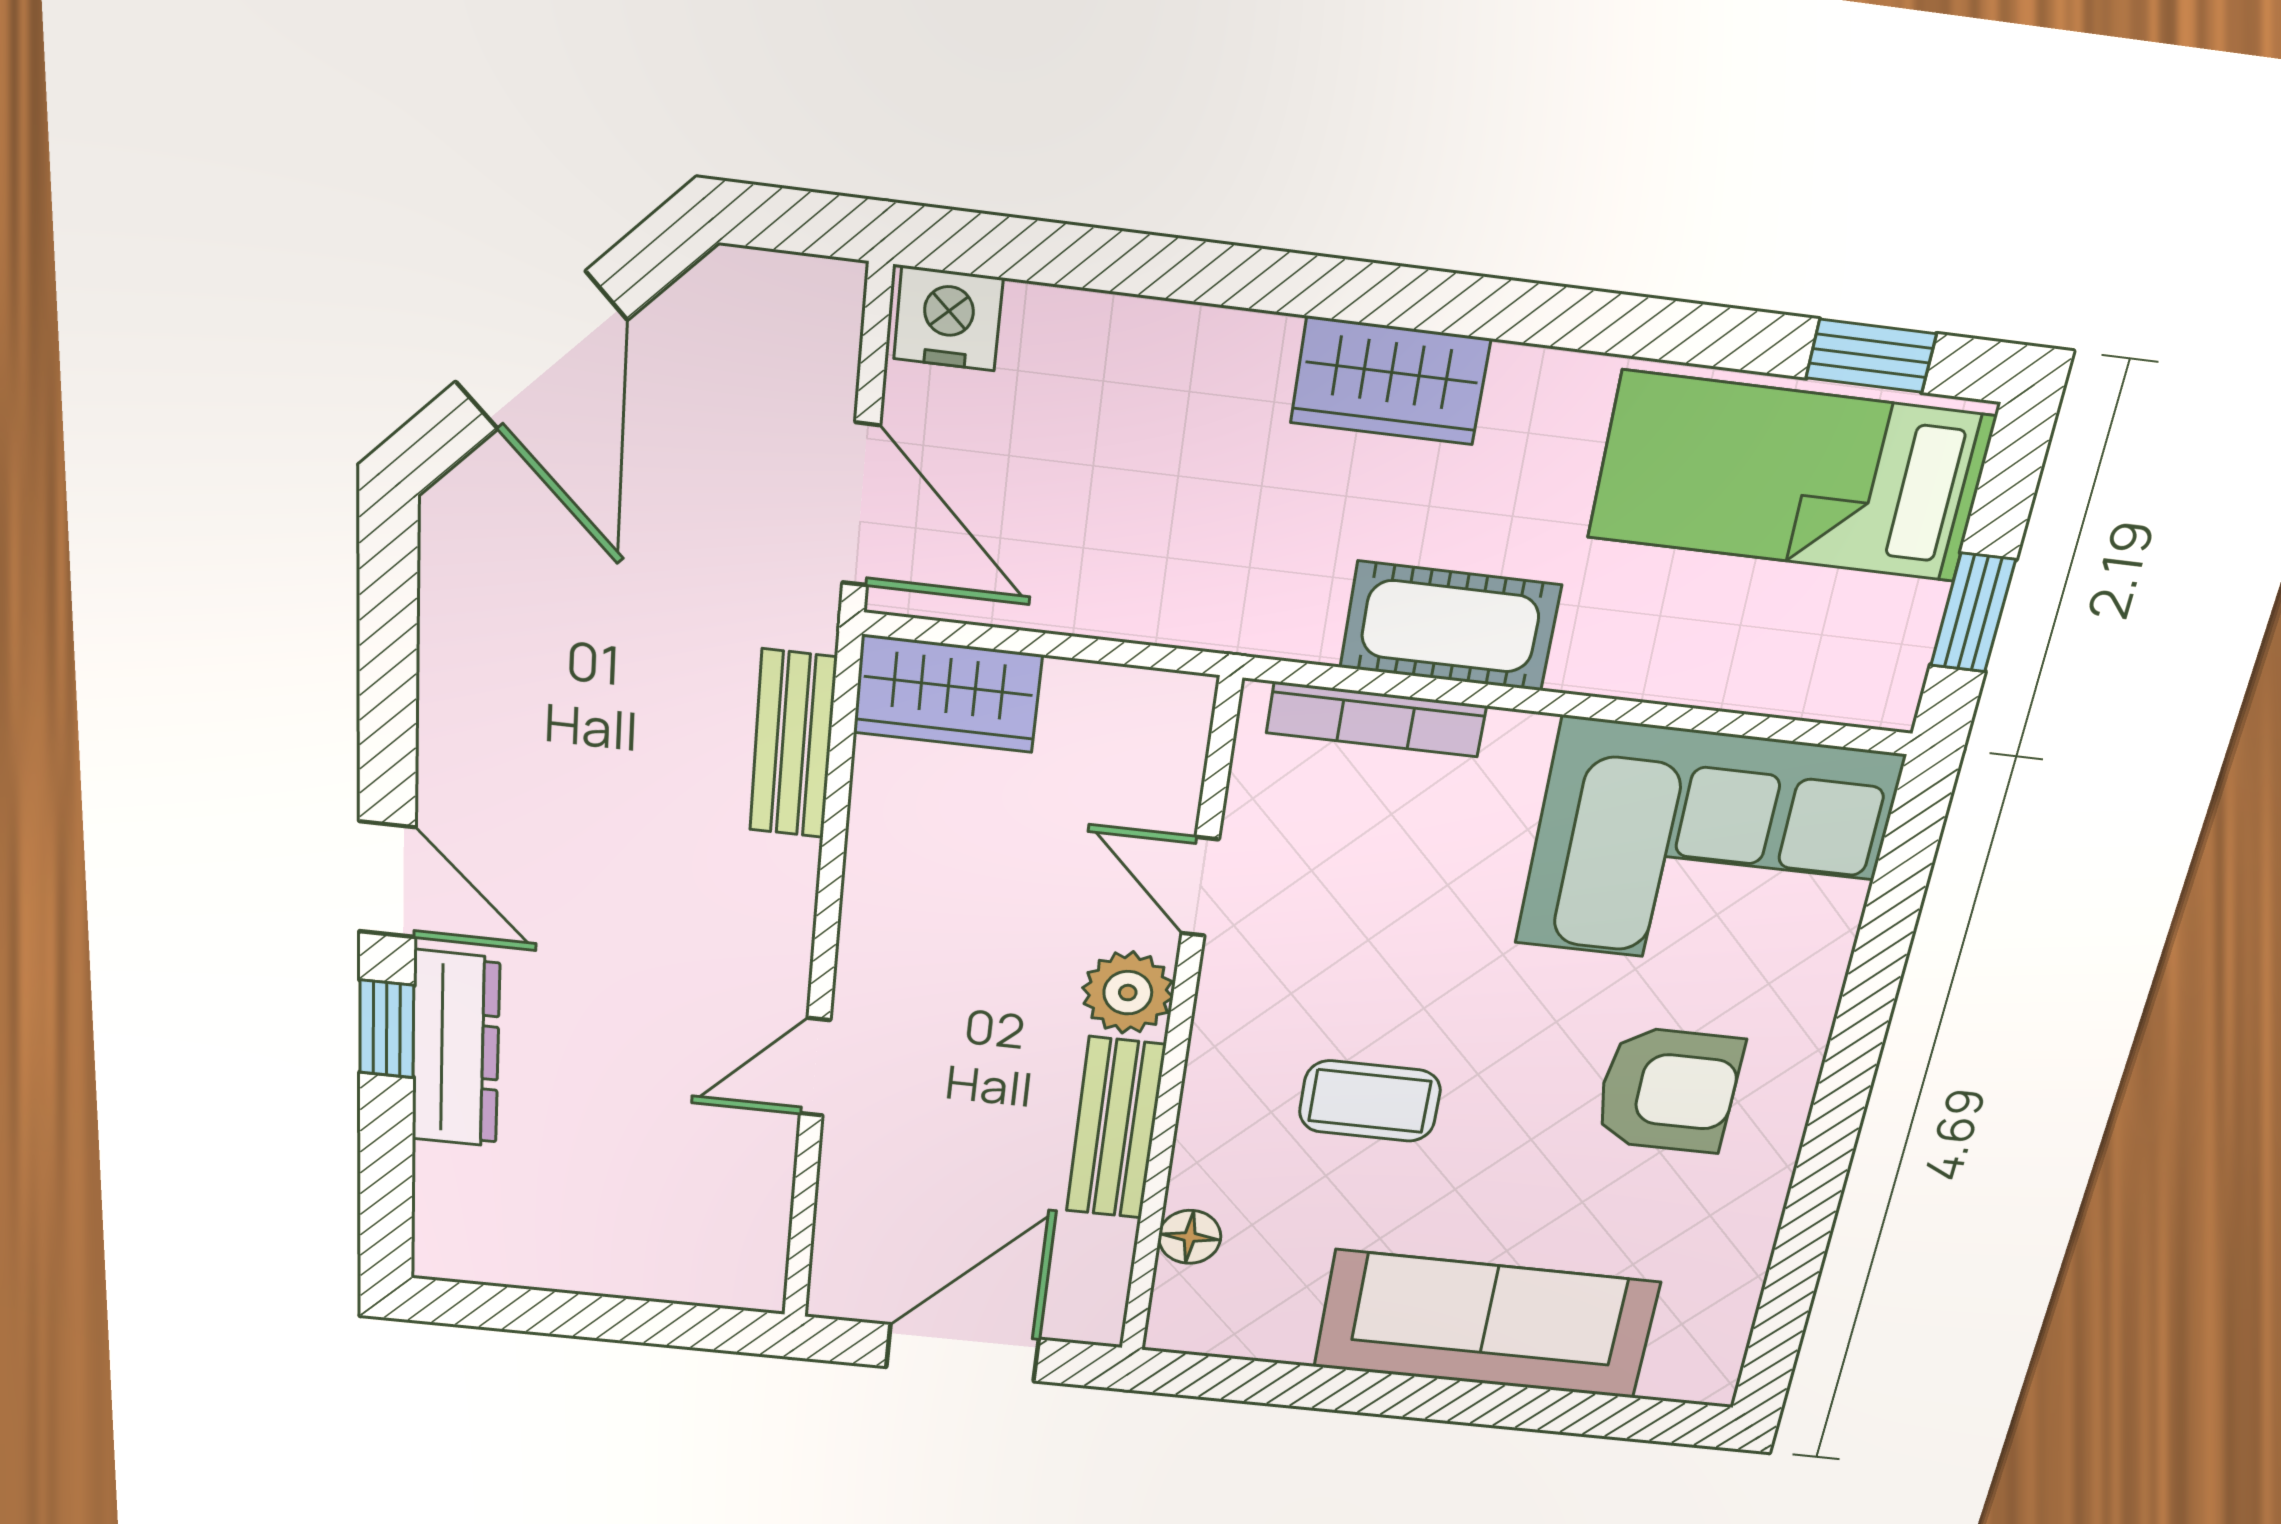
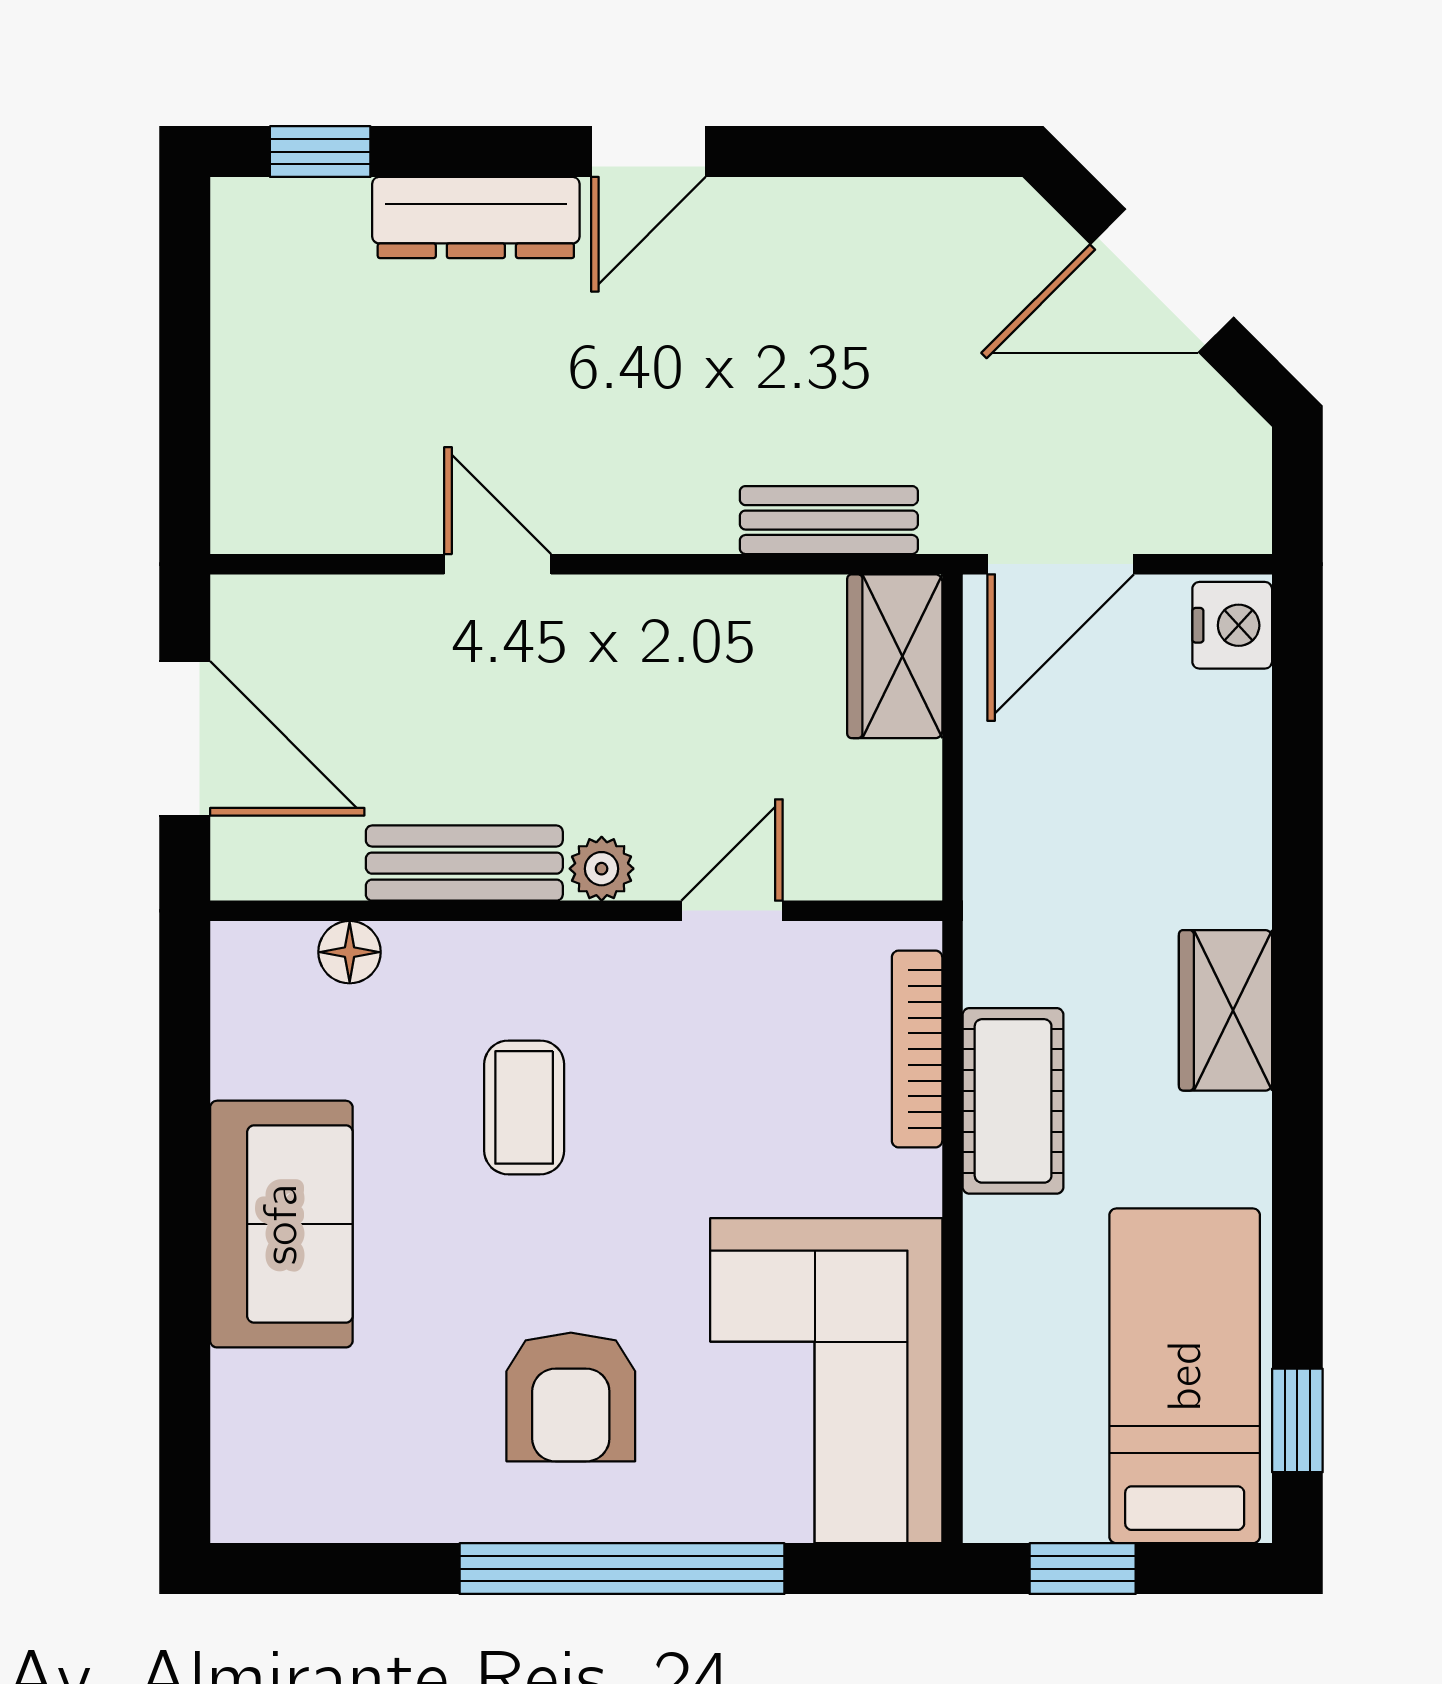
plant: (1128, 993) -> (602, 869), width x0.73, depth x0.73
window: (387, 1029) -> (320, 152), moved
window: (1851, 1062) -> (622, 1569), added
sofa: (1486, 1325) -> (281, 1224), width x0.73

